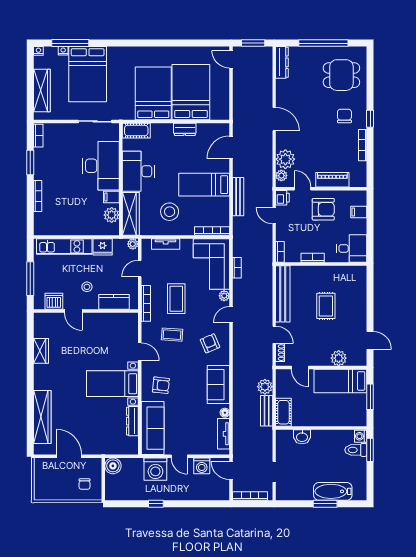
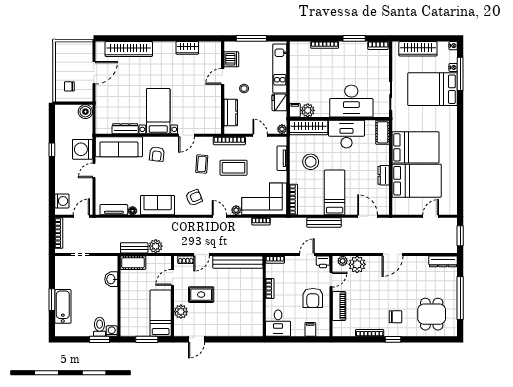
door: (231, 59) -> (431, 216), moved
filing cabinet: (111, 197) -> (295, 110), moved
rug: (326, 306) -> (201, 295), moved
washing machine: (202, 466) -> (62, 201), moved, turned 180

